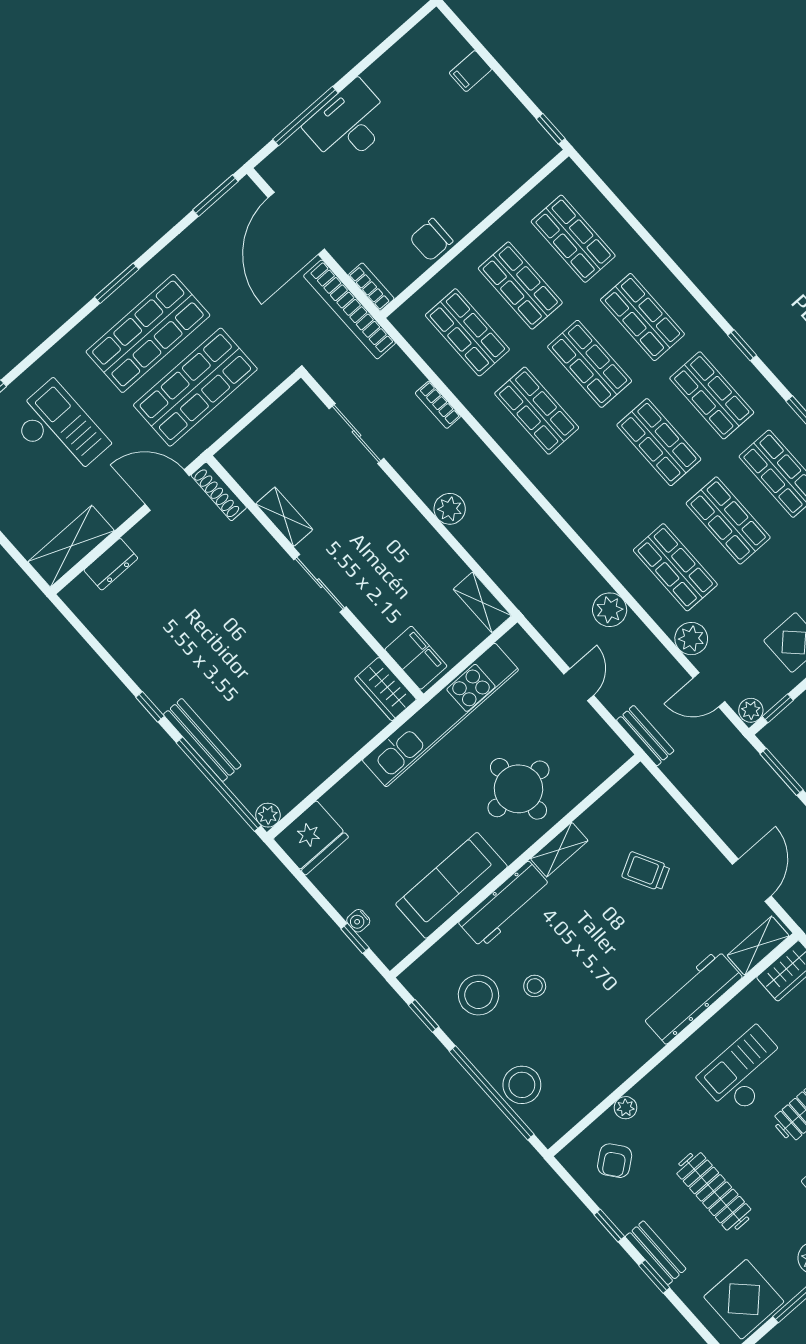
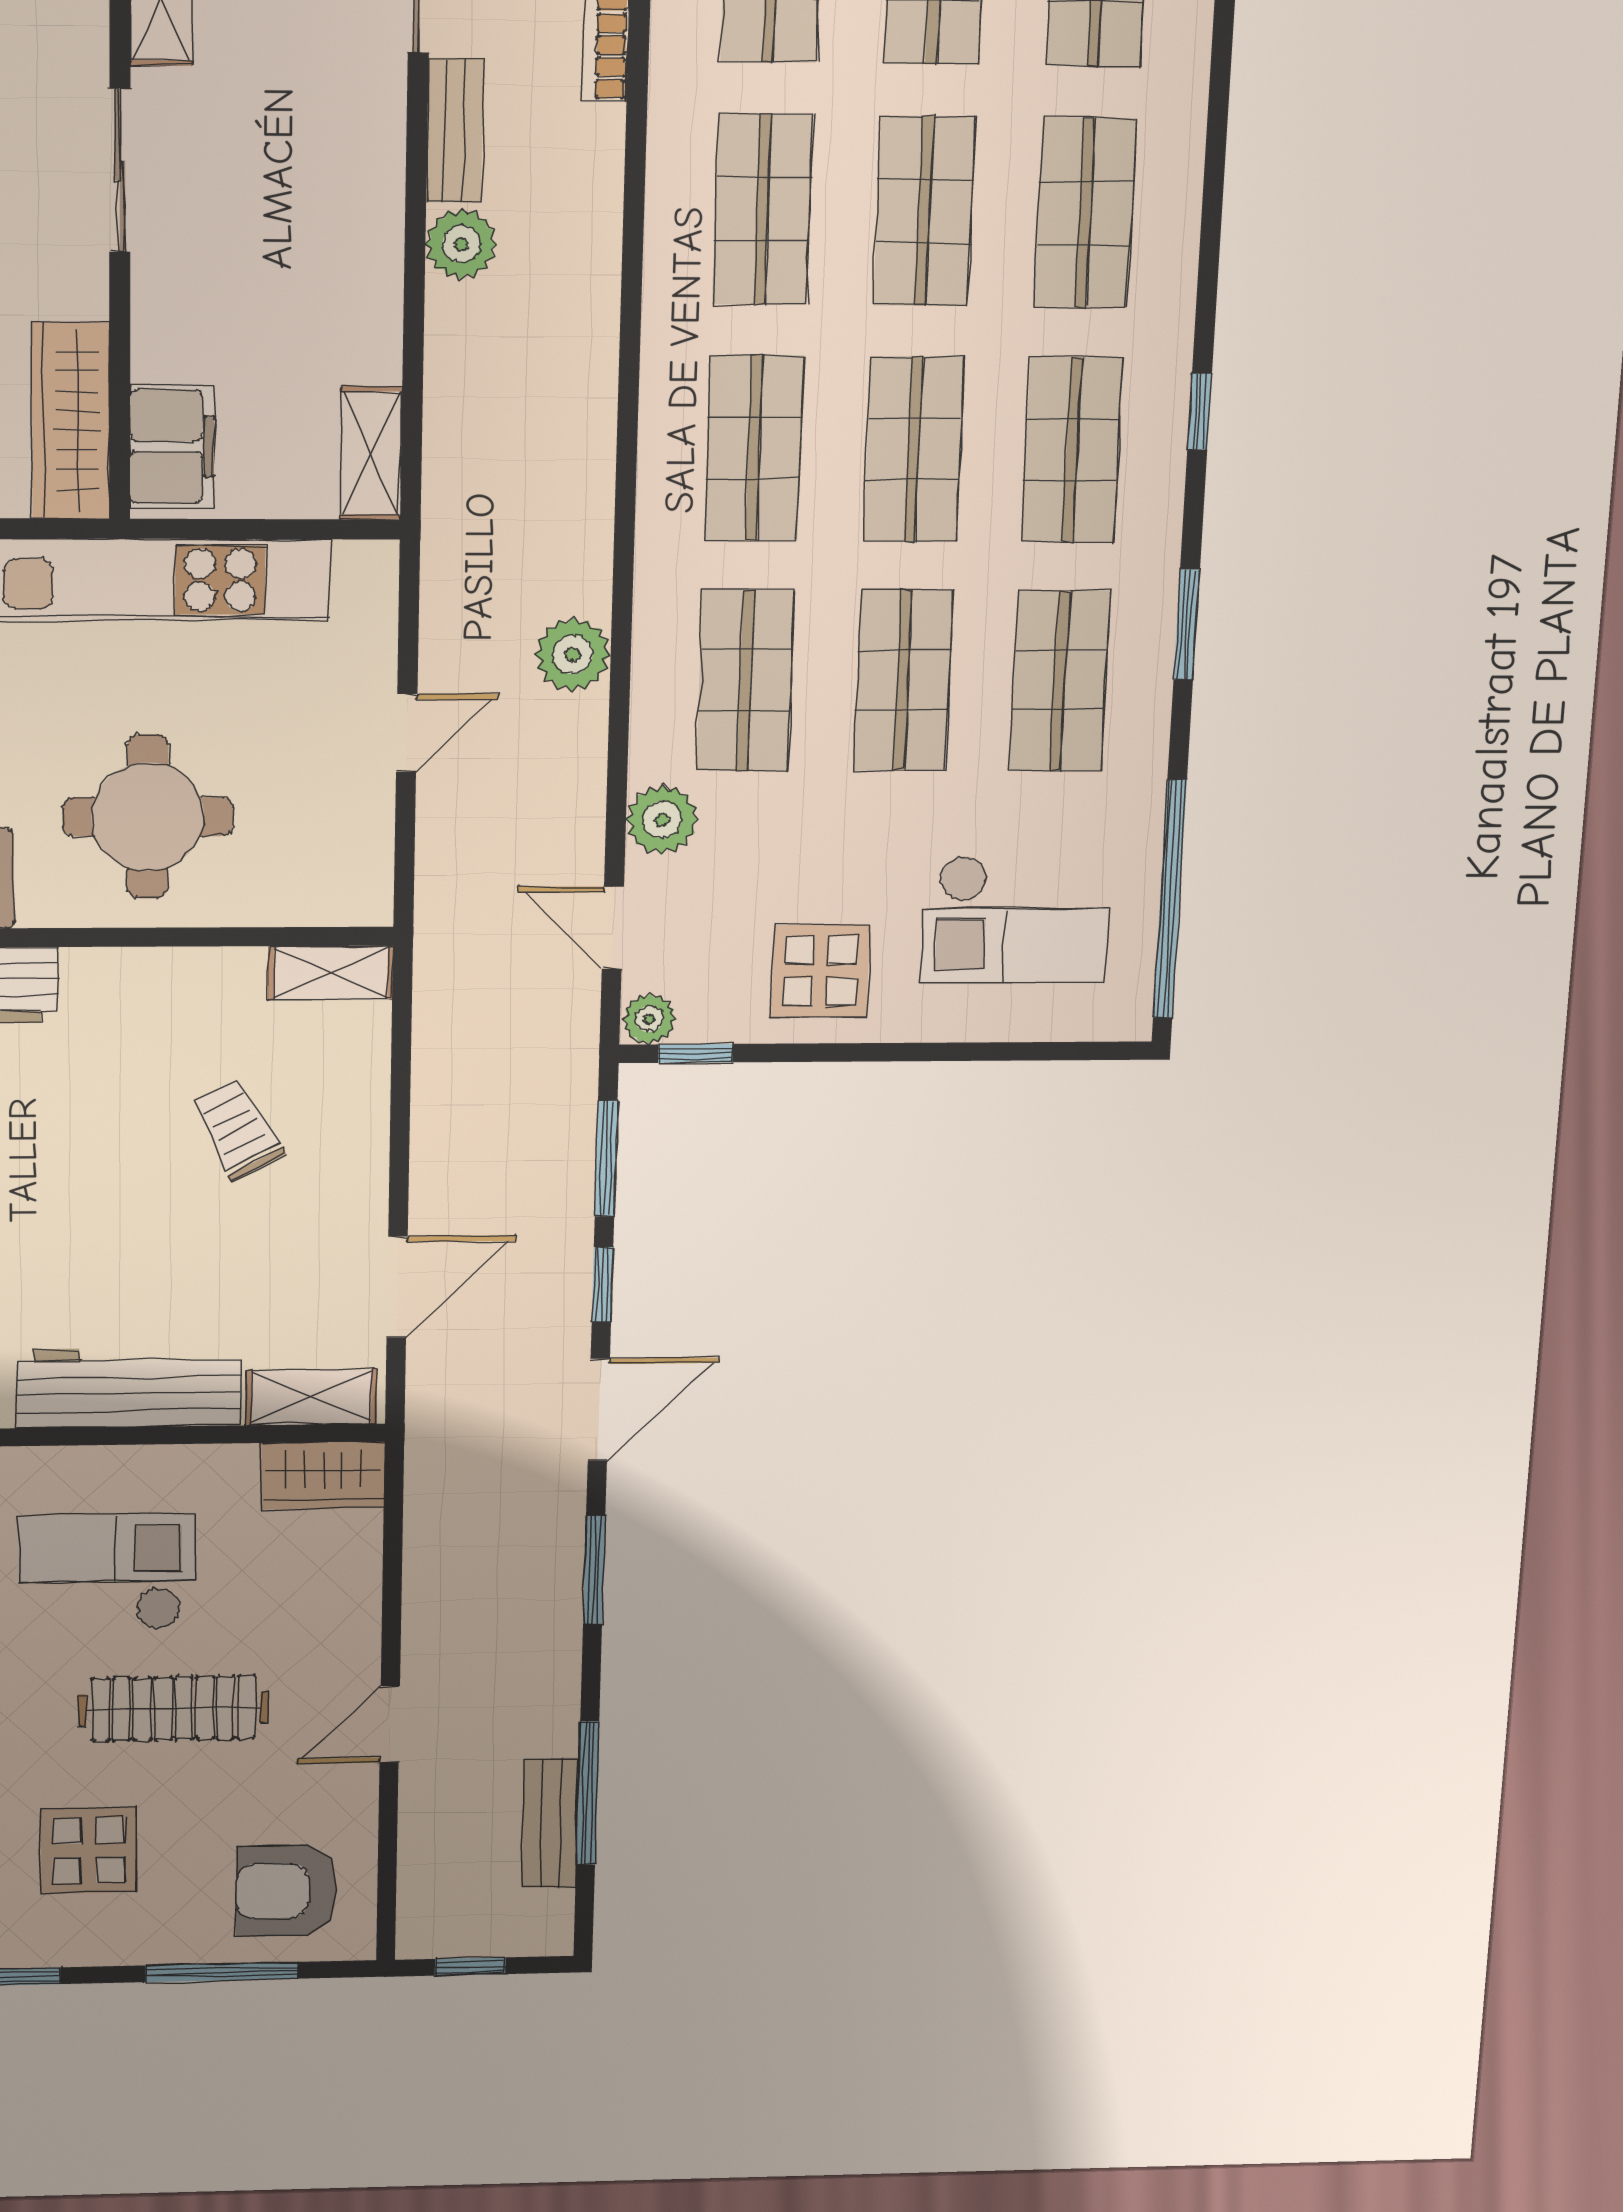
shop shelf: (606, 489) -> (754, 448), added
wardrobe: (385, 689) -> (71, 421), width x1.50
bench: (645, 736) -> (455, 131), moved
shelving: (559, 850) -> (331, 973), moved

